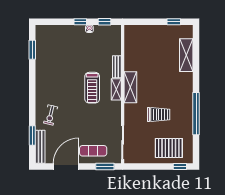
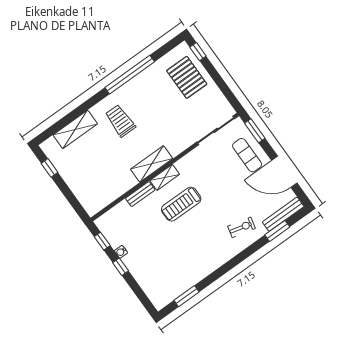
treadmill: (92, 88) -> (181, 204), turned 180
trolley: (159, 114) -> (120, 121), moved

